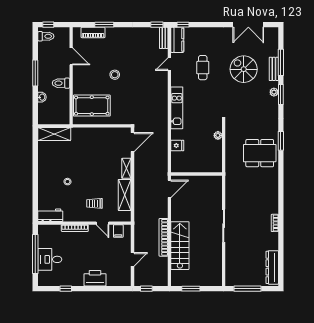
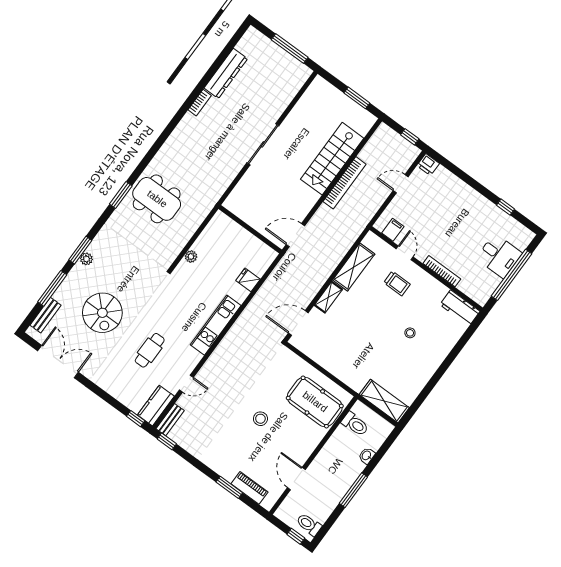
bench: (274, 69) -> (45, 315), moved
toilet: (61, 83) -> (355, 424), moved
dresser: (272, 267) -> (226, 73), moved
printer: (95, 278) -> (428, 165), moved, width x0.53, depth x0.68

